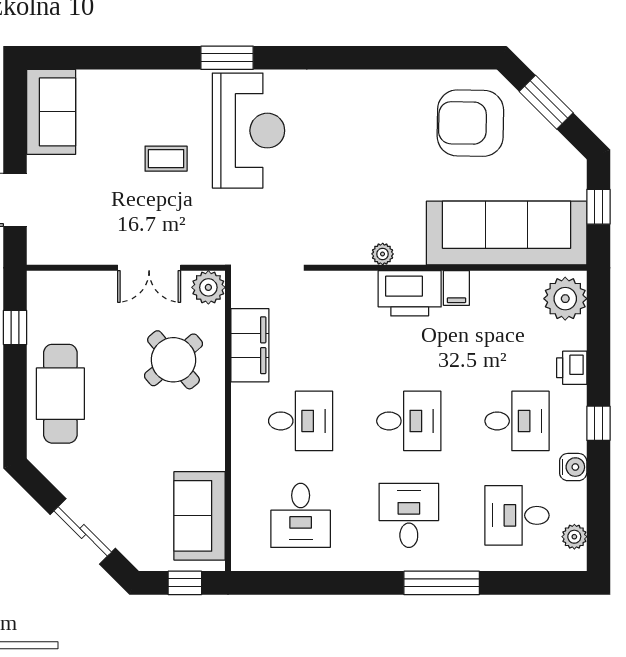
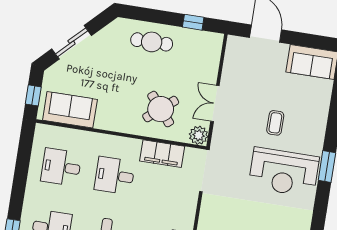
cafe table: (60, 394) -> (152, 42), width x0.73, depth x0.74
desk: (301, 421) -> (115, 176), turned 90

